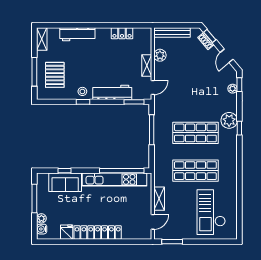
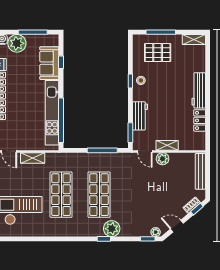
workbench: (77, 34) -> (199, 90), moved
plant: (160, 55) -> (163, 159), moved
plant: (233, 89) -> (156, 232), moved
workbench: (112, 92) -> (140, 116), width x0.73
plant: (41, 218) -> (17, 43), width x1.88, depth x1.88

